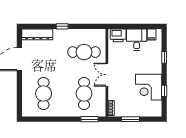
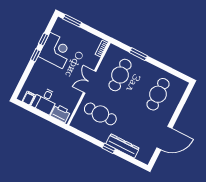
dresser: (37, 34) -> (123, 146), moved
window: (164, 57) -> (36, 55), moved
double door: (107, 75) -> (90, 82), swing flipped
window: (90, 119) -> (138, 54), moved
window: (131, 119) -> (72, 21), moved

